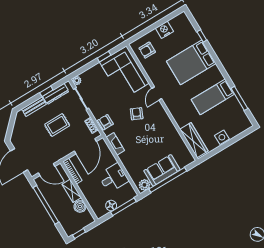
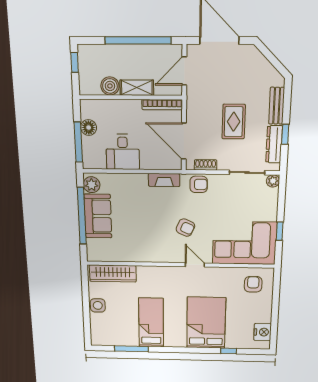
nightstand: (164, 30) -> (263, 332), moved

